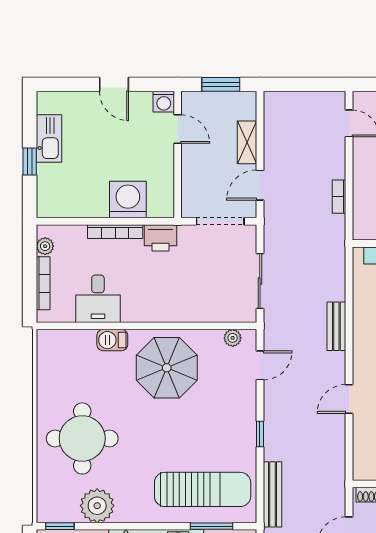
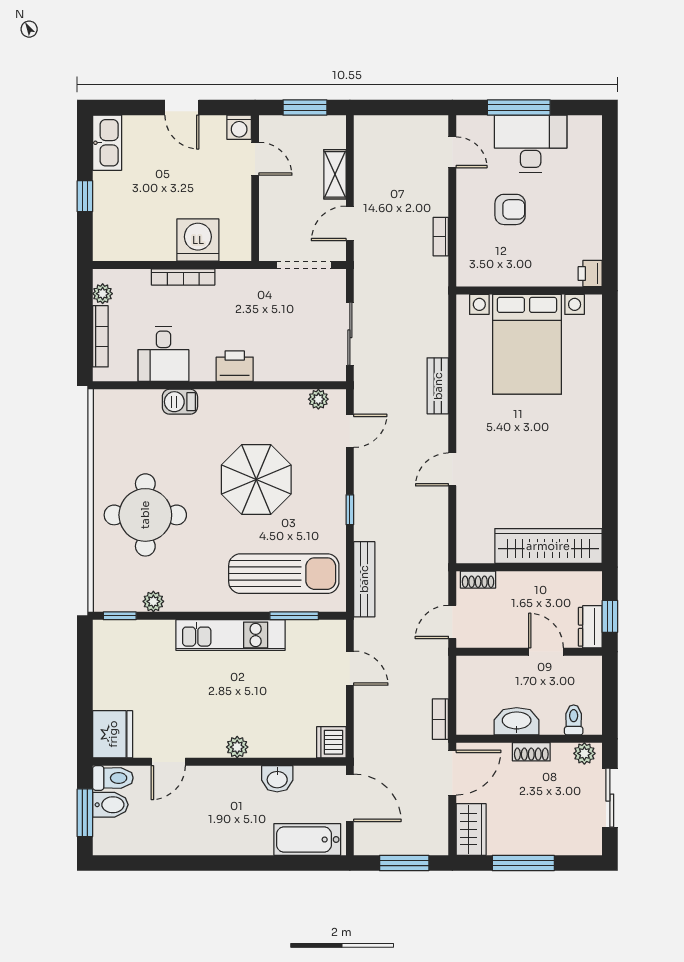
kitchen sink: (49, 139) -> (107, 143), moved
printer: (161, 238) -> (235, 366), moved, turned 180
parasol: (167, 368) -> (256, 479), moved
plant: (97, 506) -> (153, 601), width x0.53, depth x0.53

